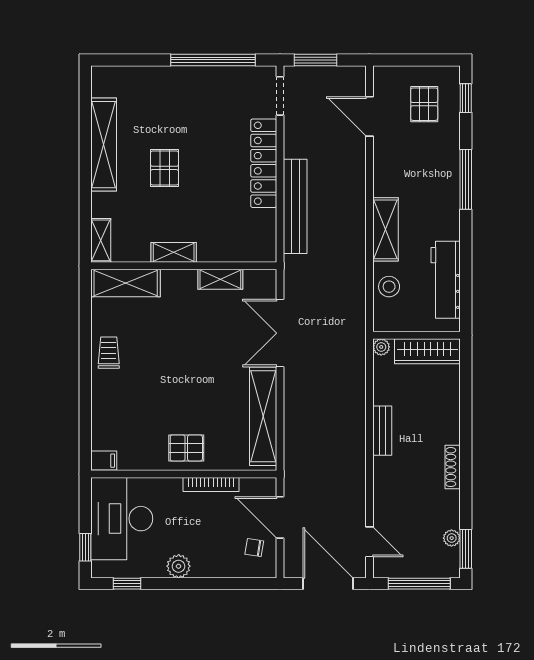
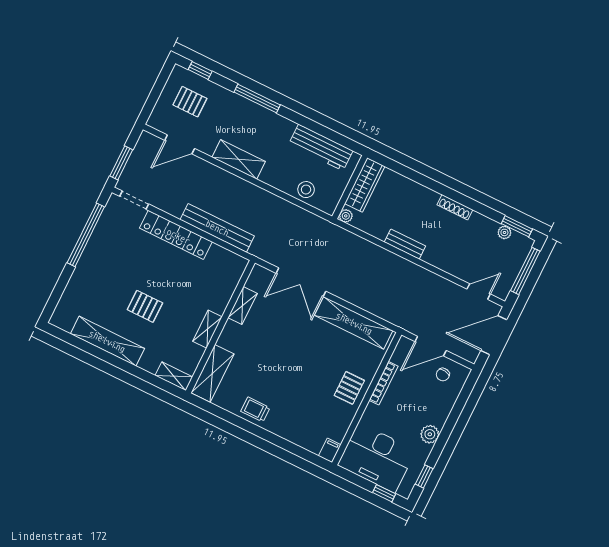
shelving: (386, 229) -> (239, 159), moved

